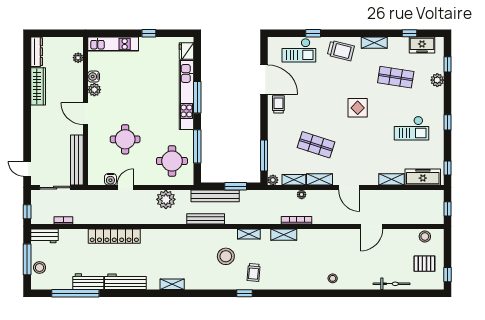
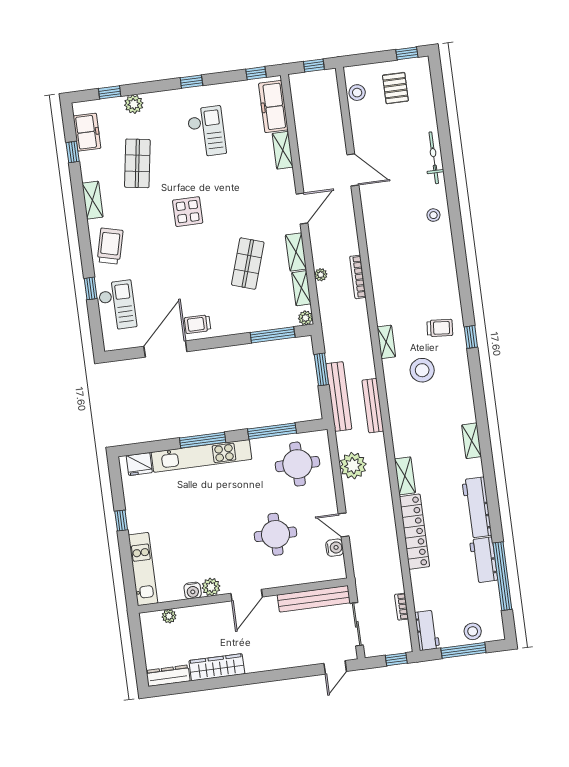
shelving: (284, 235) -> (405, 476), moved
bicycle: (392, 284) -> (434, 158), moved

